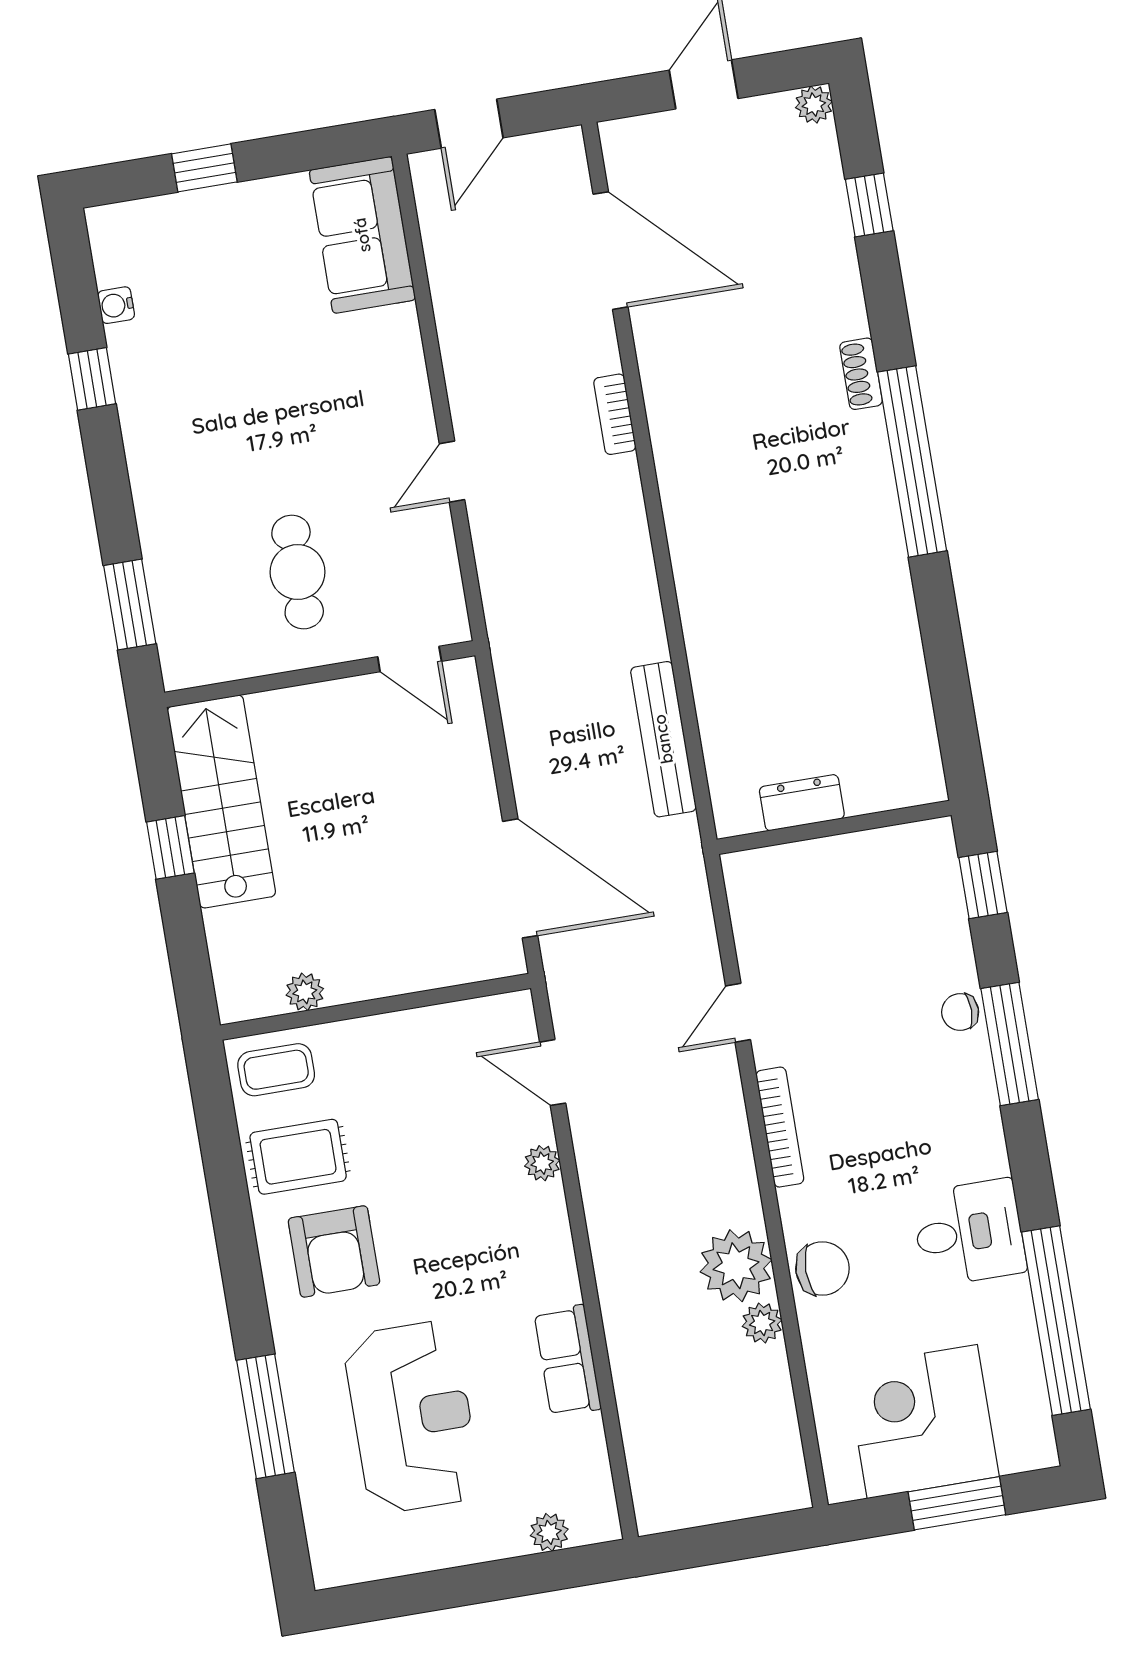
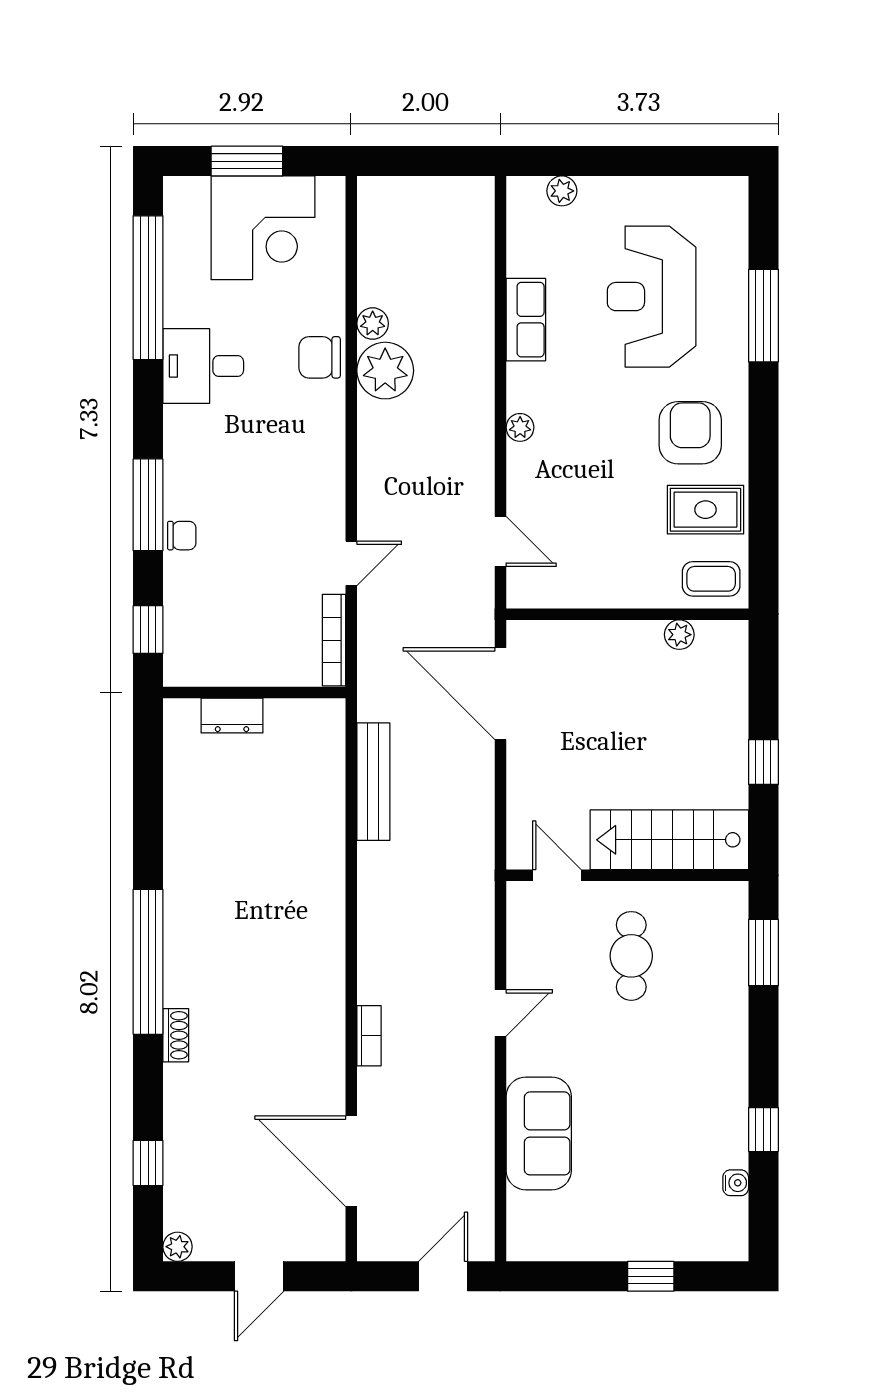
sofa: (362, 235) -> (539, 1133), moved
stairs: (221, 802) -> (669, 840), moved, turned 90
dresser: (802, 803) -> (232, 716), moved
bookcase: (780, 1127) -> (334, 640), moved
plant: (542, 1163) -> (520, 427), moved

